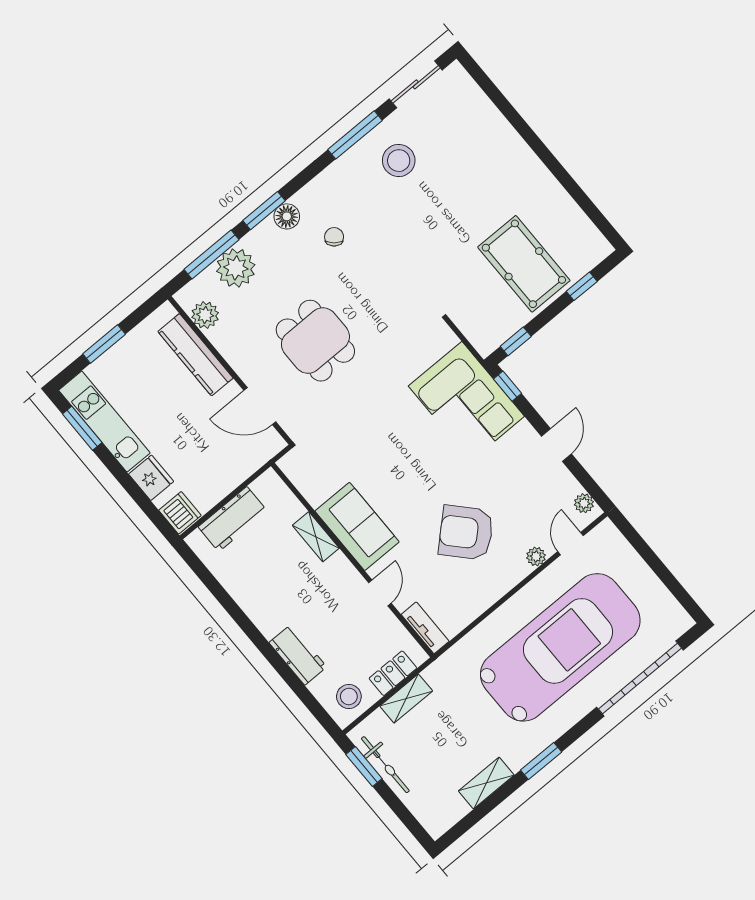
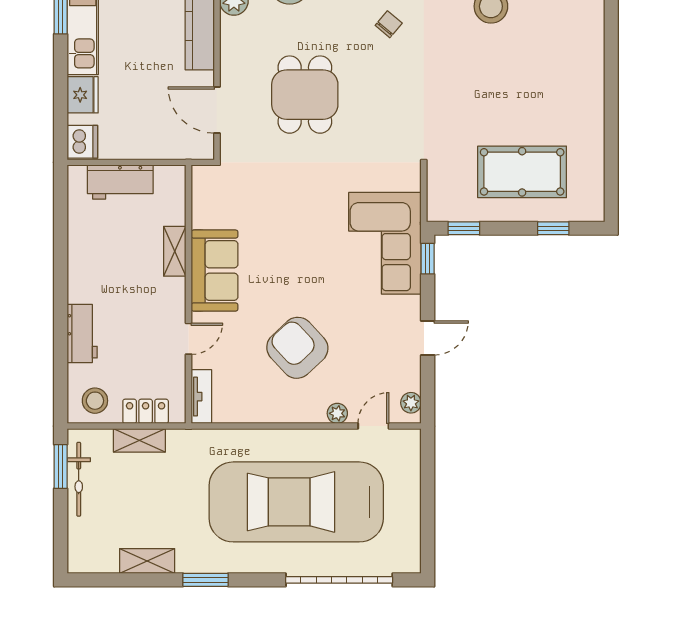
pool table: (524, 264) -> (522, 172), turned 90
car: (560, 647) -> (296, 502), turned 180

